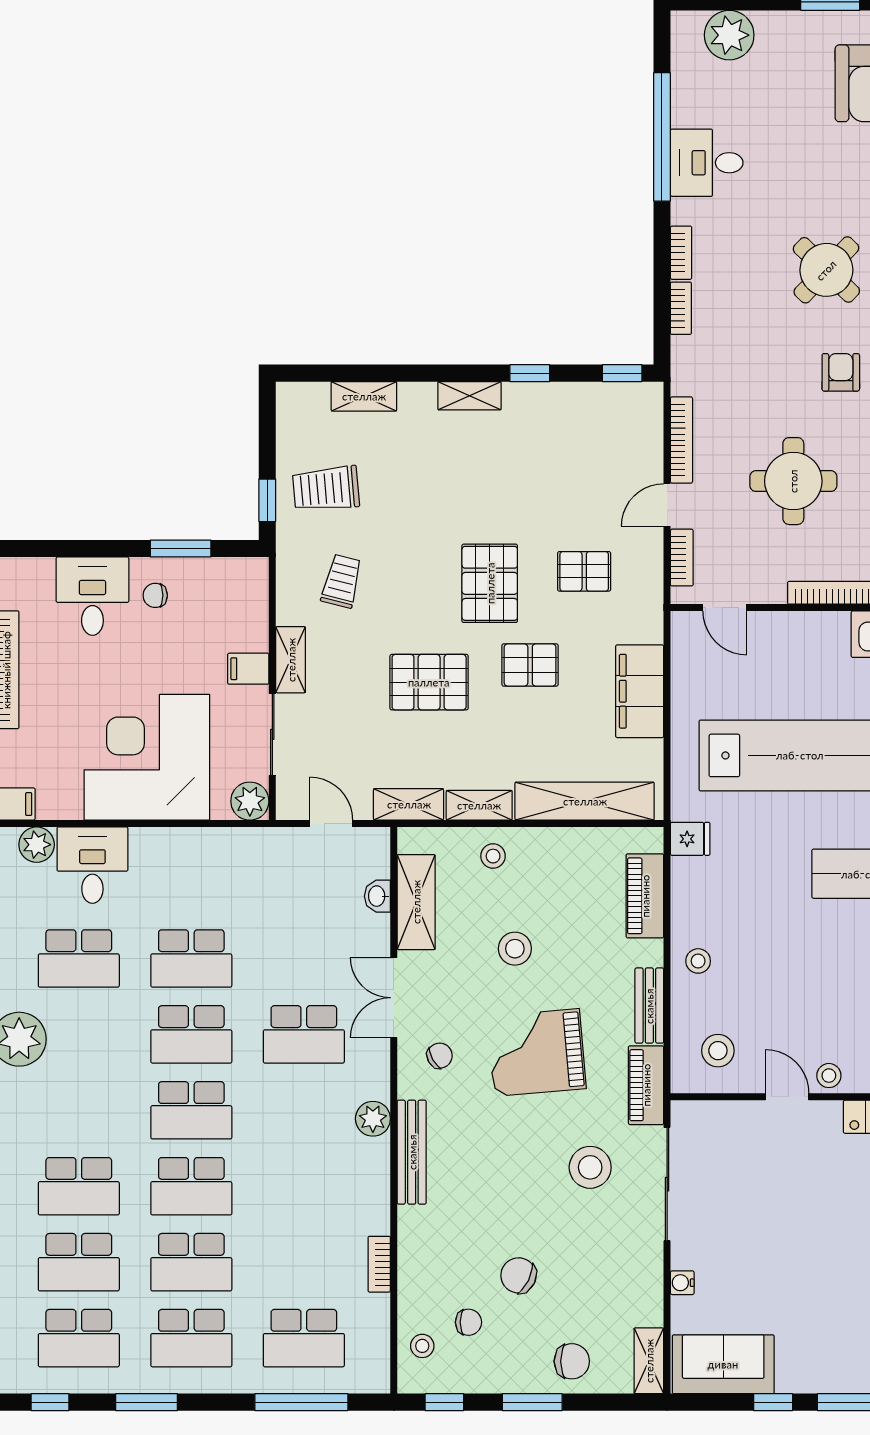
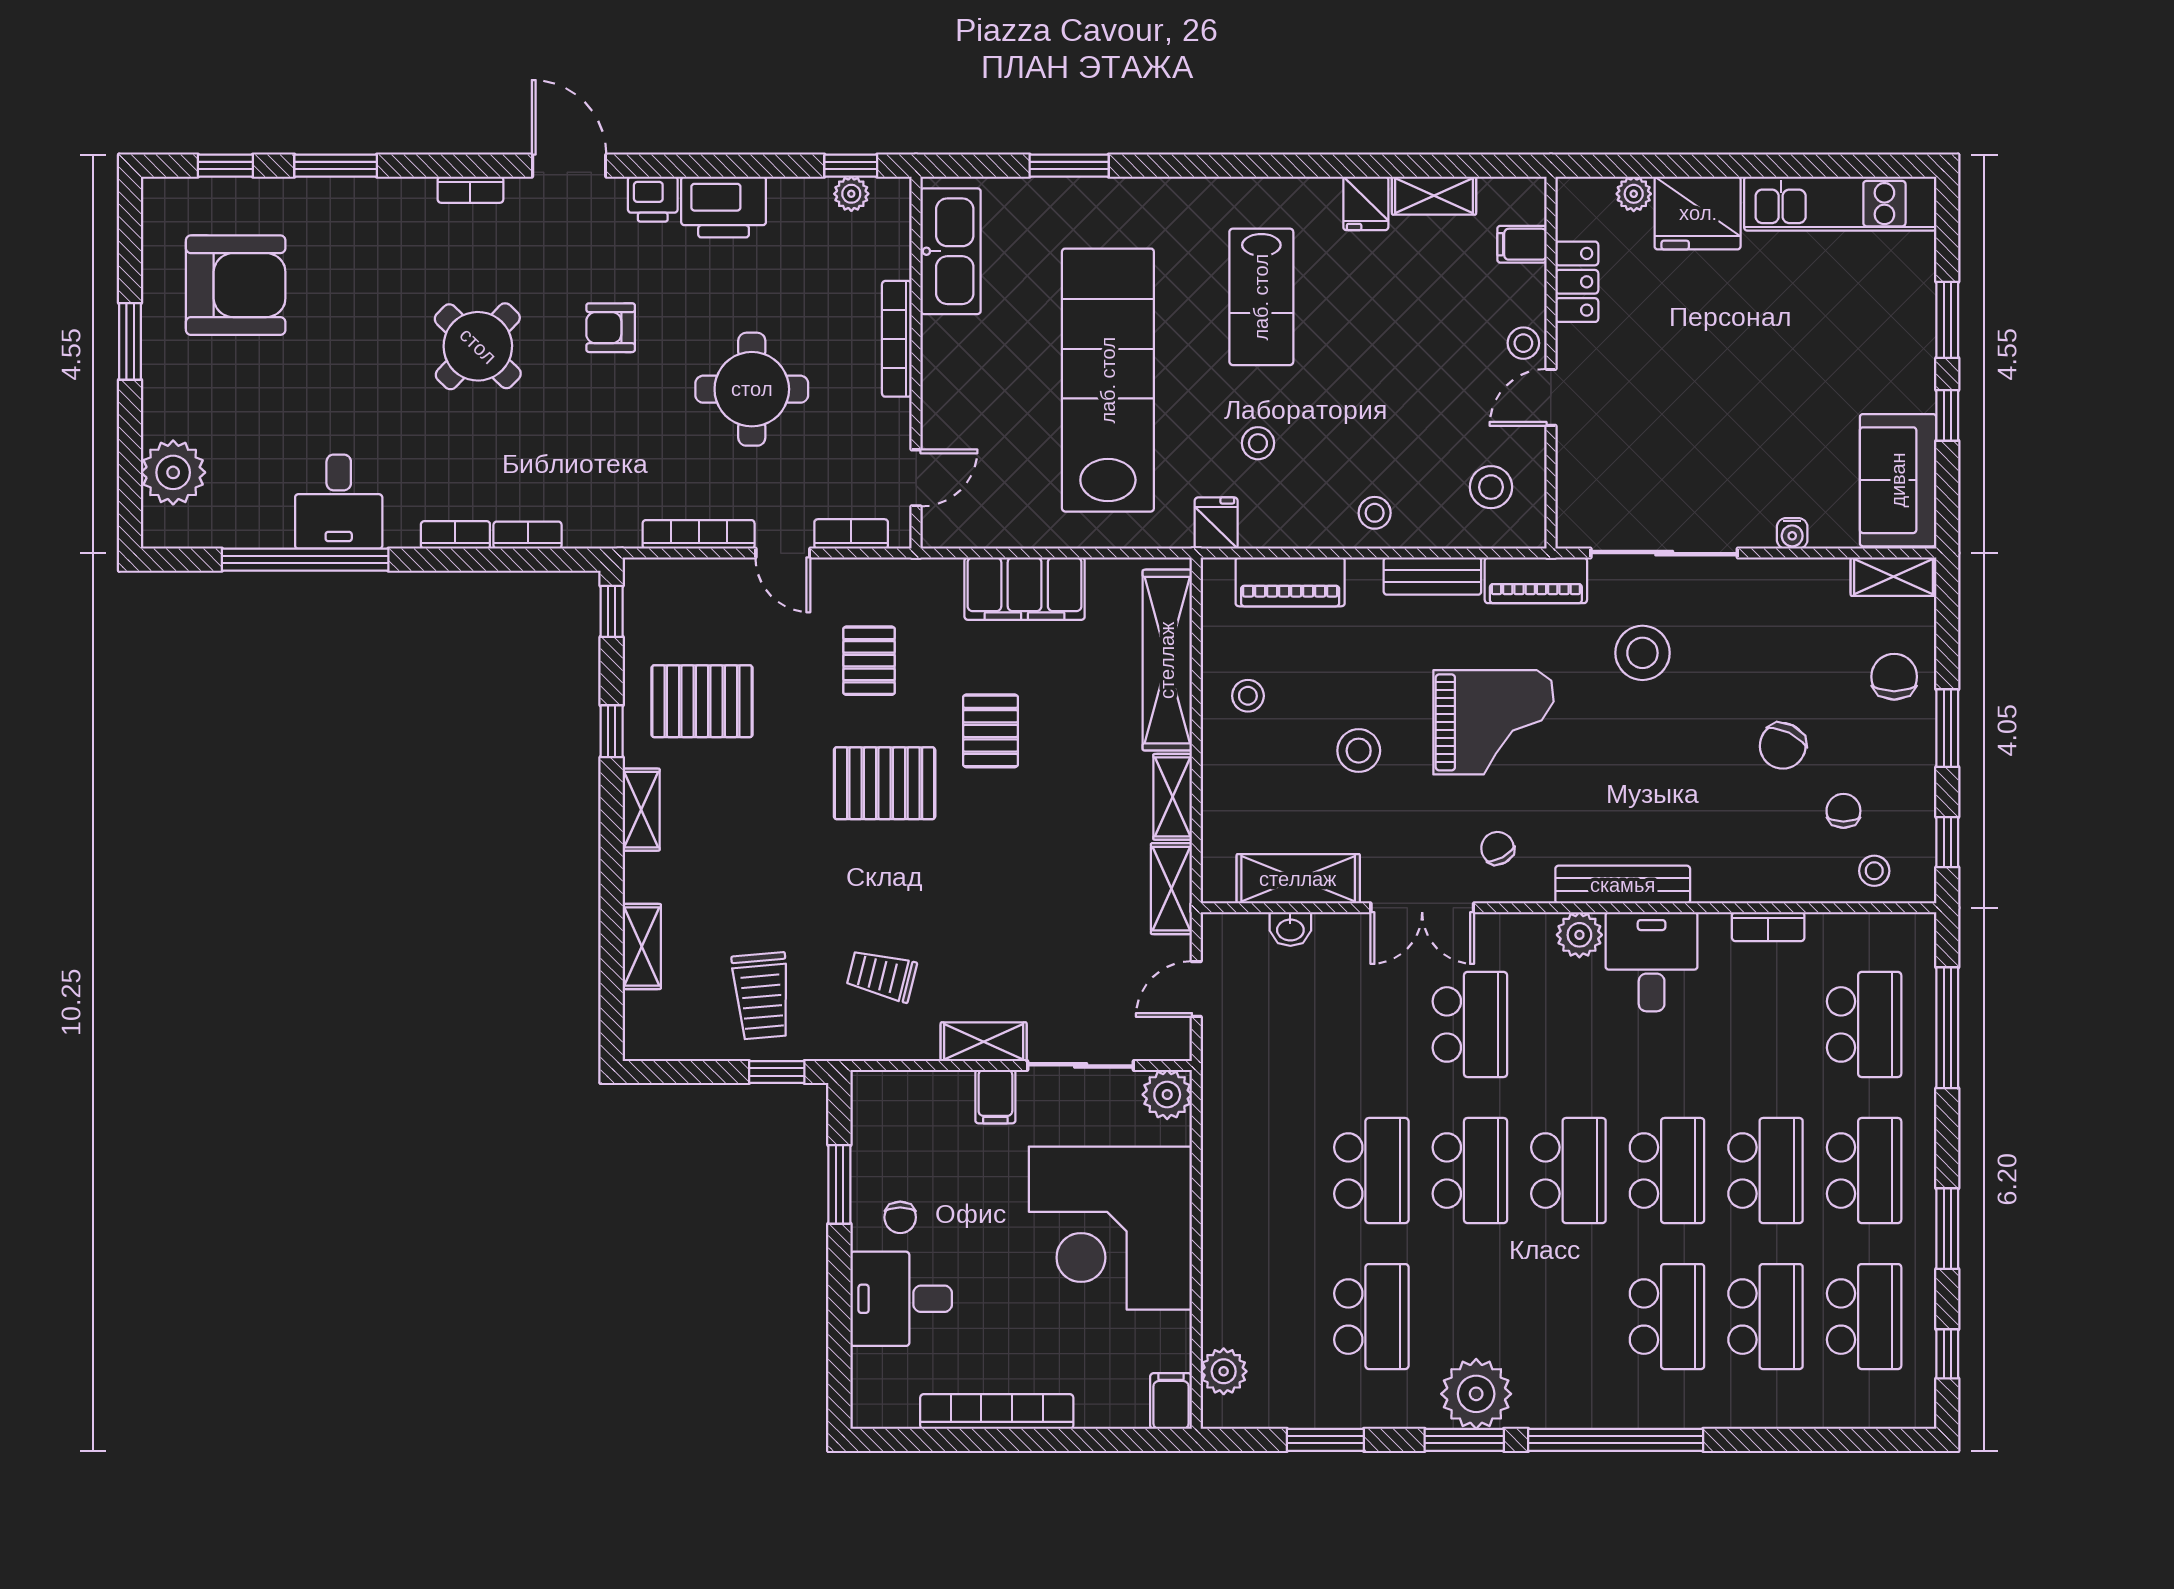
pallet: (429, 682) -> (702, 701), moved, turned 90
stool: (493, 856) -> (1248, 696), moved
desk: (92, 865) -> (1652, 962), moved, turned 90
stool: (752, 871) -> (1258, 443), added
grand piano: (537, 1053) -> (1493, 722), turned -85

